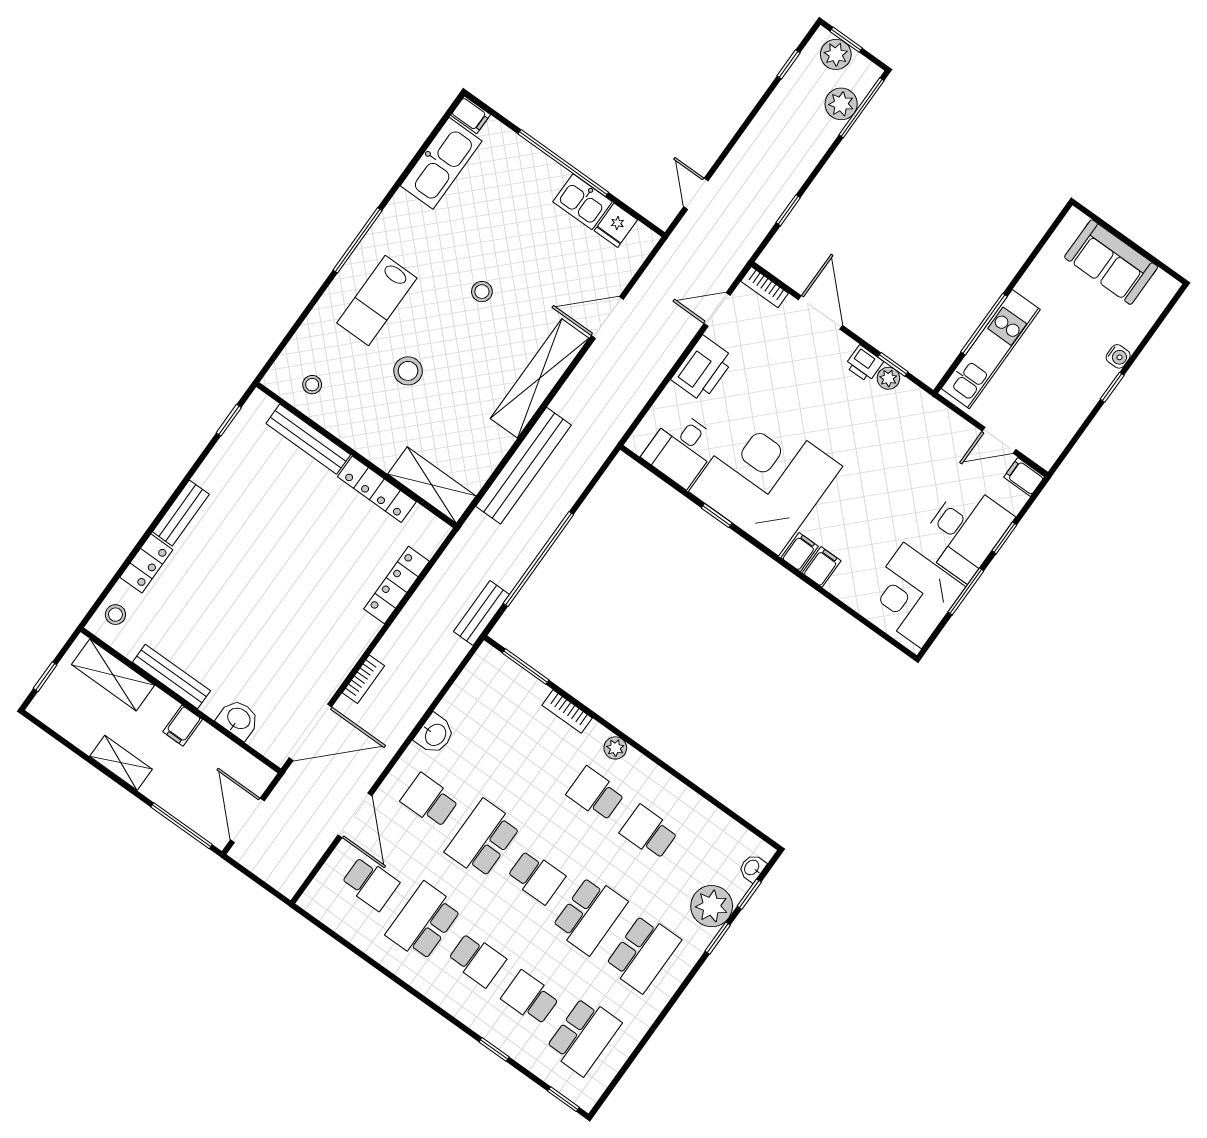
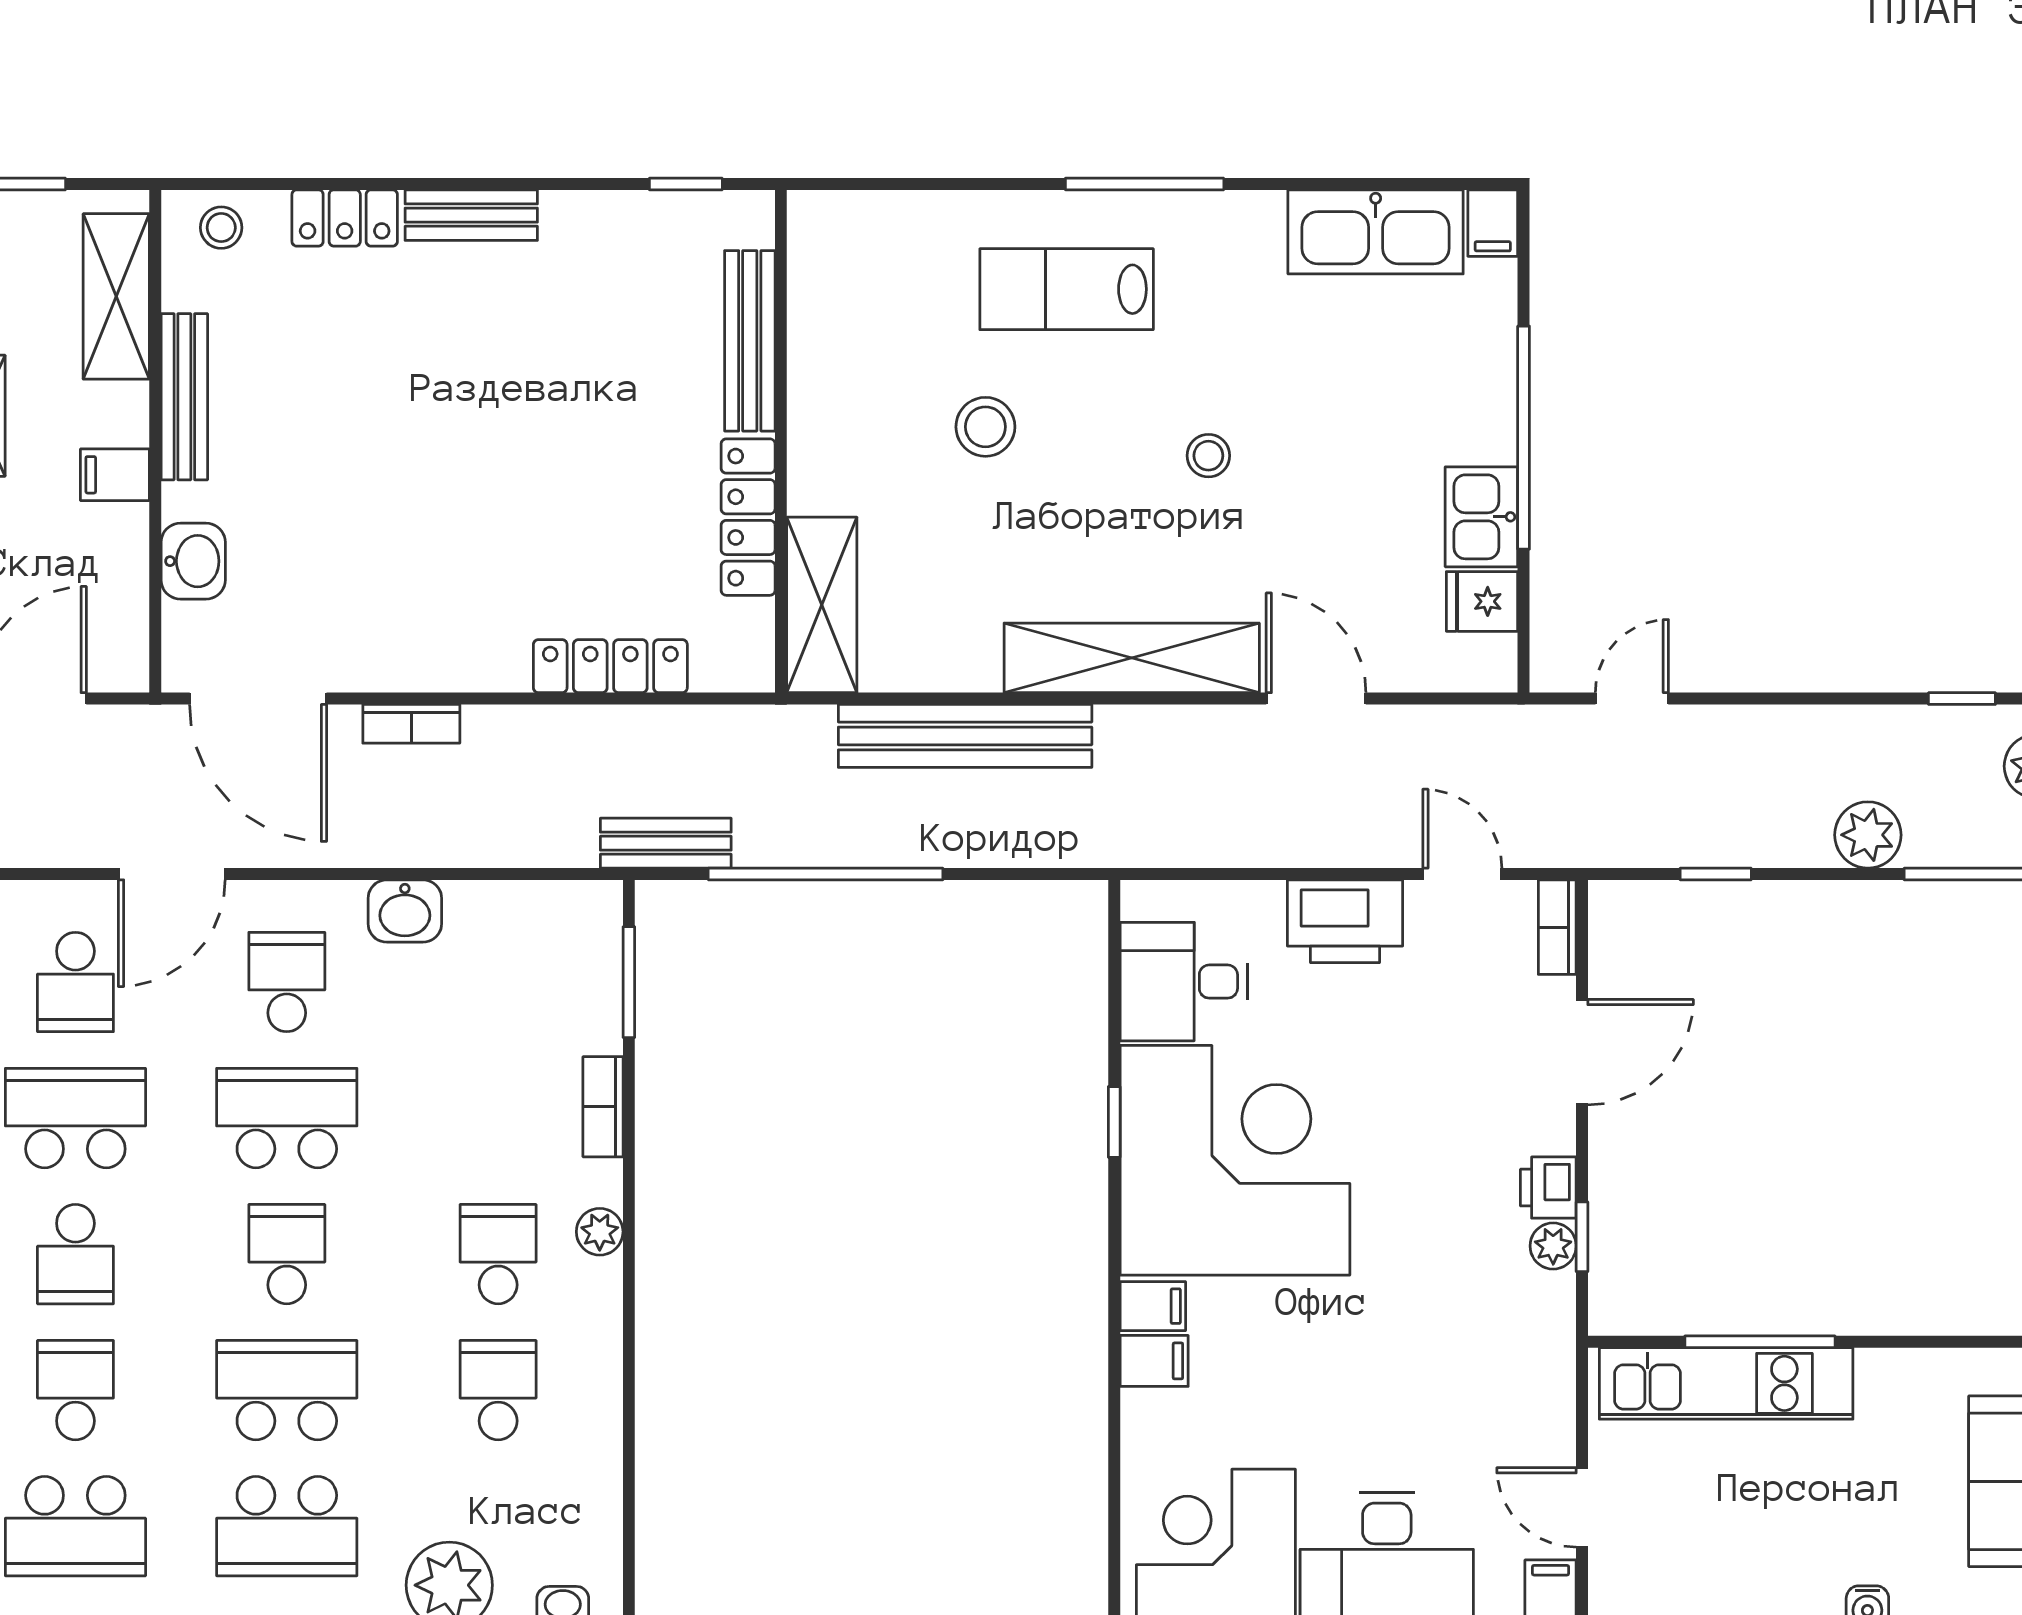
plant: (841, 104) -> (1868, 835), moved
stool: (312, 385) -> (846, 282), removed
school desk: (536, 877) -> (287, 1254), turned 180
school desk: (590, 915) -> (287, 1390), turned 180

